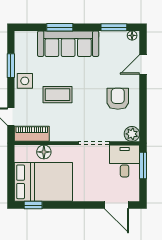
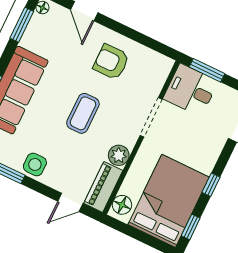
coffee table: (58, 95) -> (83, 113), moved
plant: (132, 134) -> (119, 155), moved
floor lamp: (44, 152) -> (122, 205), moved
window: (68, 205) -> (211, 185), added

